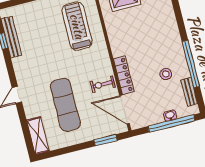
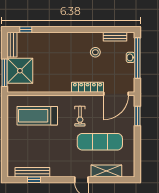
window: (191, 64) -> (92, 30), removed
exercise bike: (103, 84) -> (80, 116), moved
shelving: (38, 136) -> (106, 171), moved

